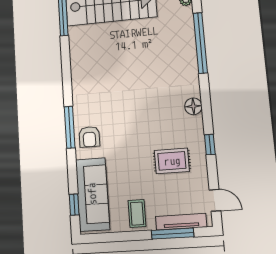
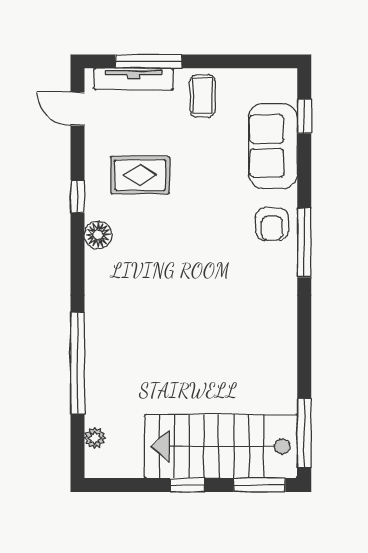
floor lamp: (193, 106) -> (98, 235), moved
armchair: (89, 137) -> (272, 224), turned 180
sofa: (92, 194) -> (273, 146), width x0.73

